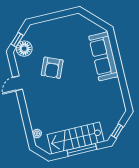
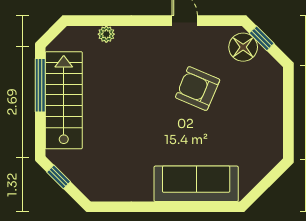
plant: (37, 134) -> (106, 34), moved
window: (82, 150) -> (40, 85), moved

